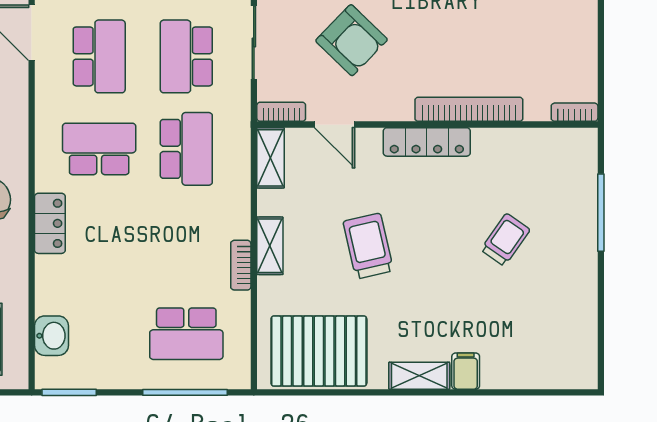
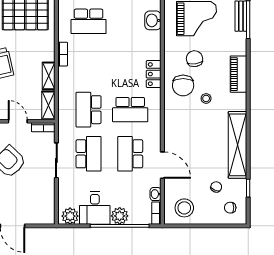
shelving: (270, 246) -> (49, 76), moved
school desk: (186, 334) -> (89, 21), turned 180

